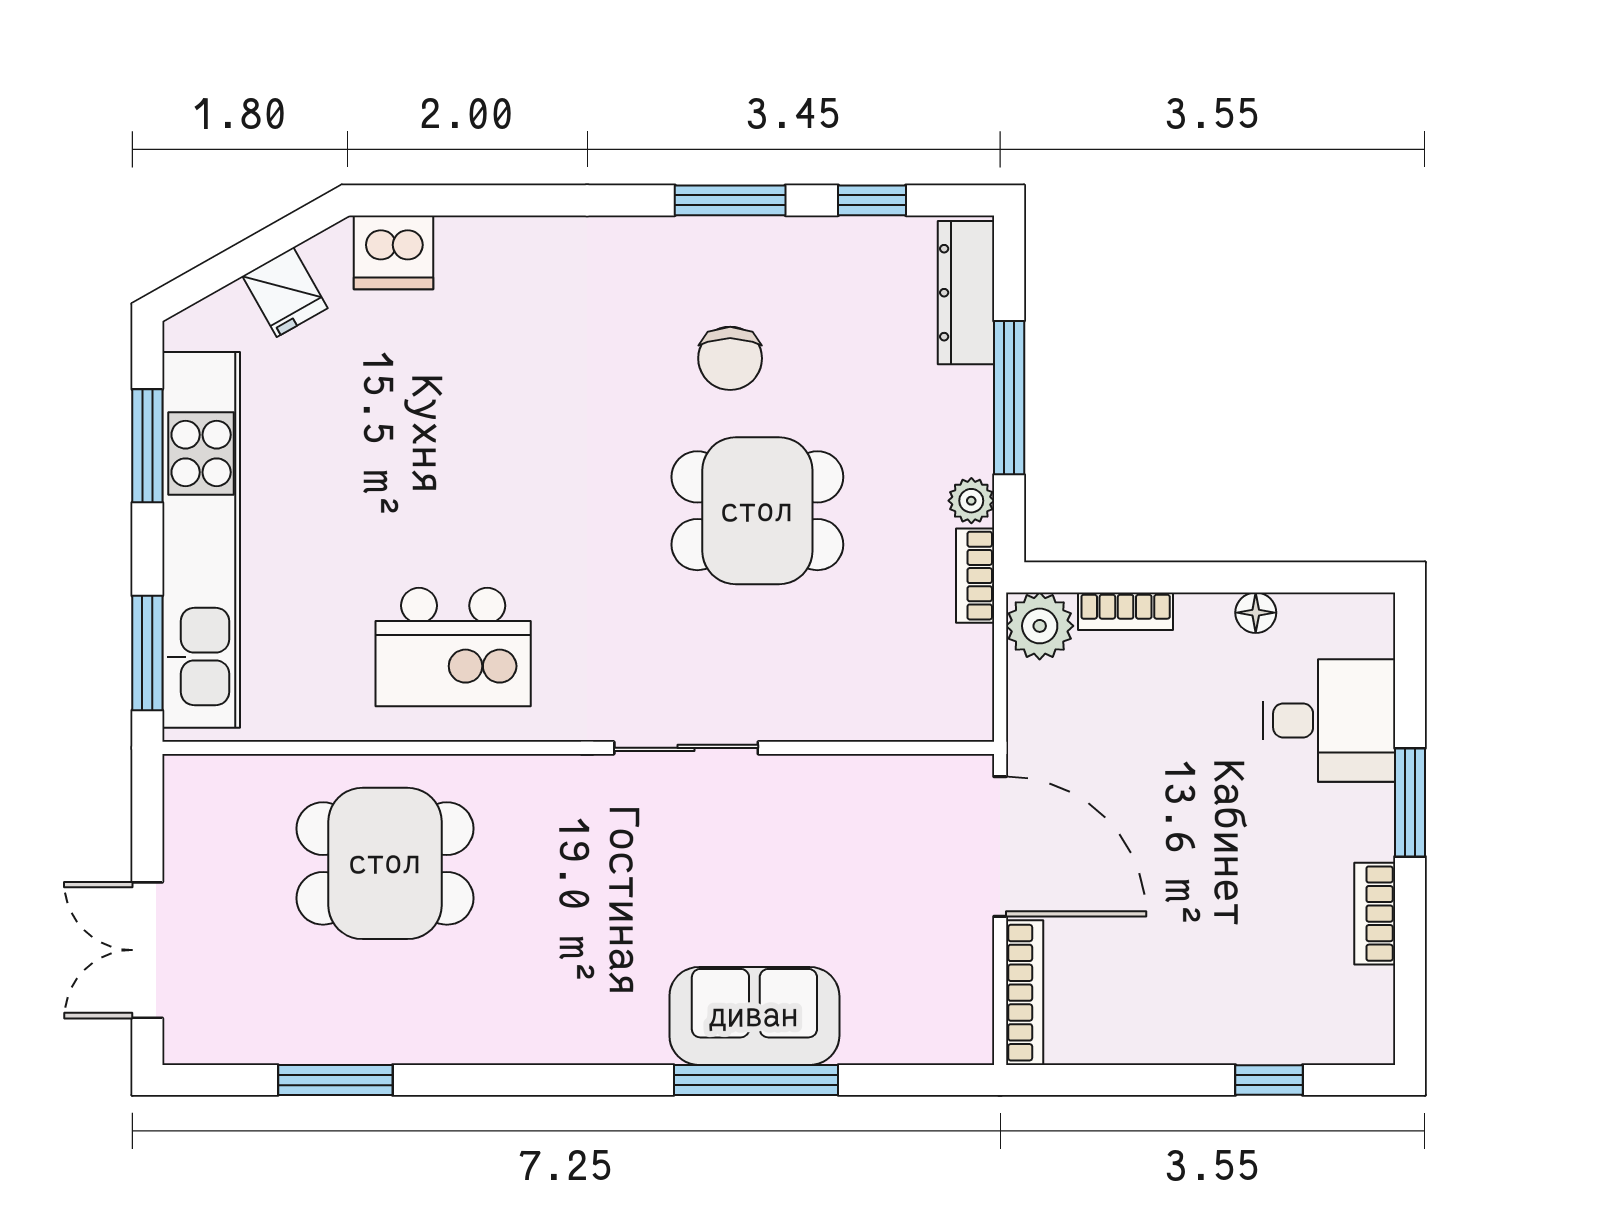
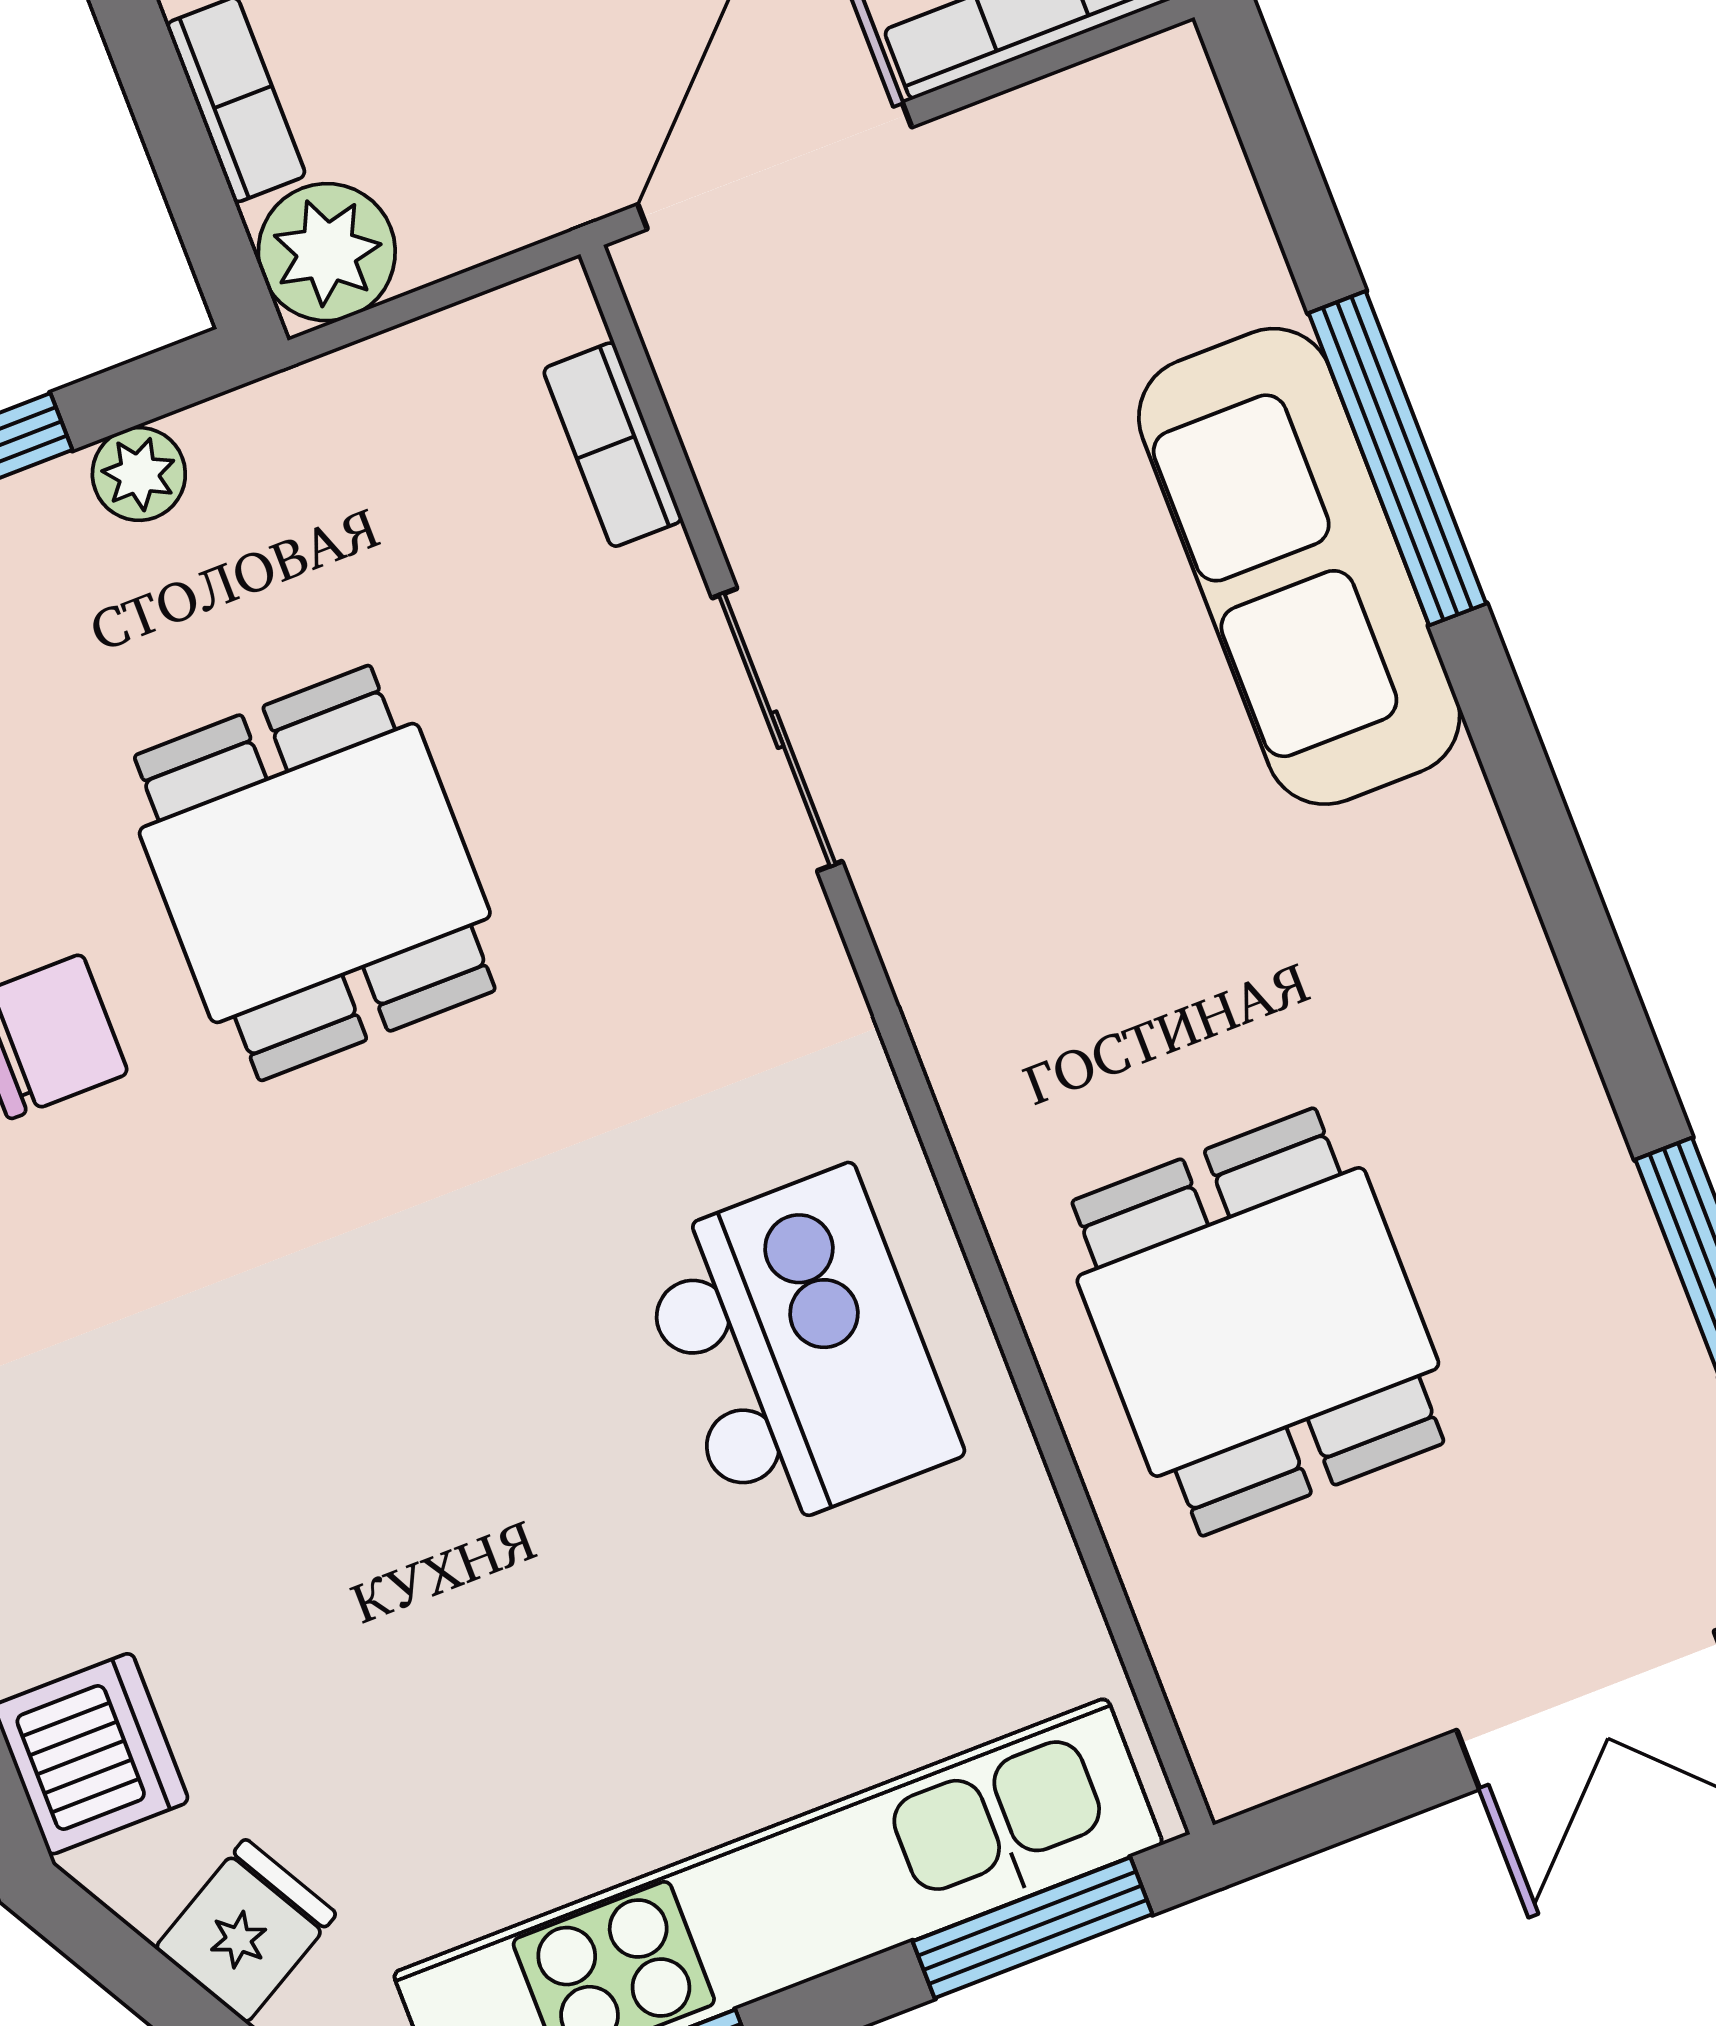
bookcase: (975, 576) -> (613, 445), moved, turned 90
sliding door: (686, 748) -> (777, 730), moved
sofa: (754, 1016) -> (1299, 566), width x1.36

